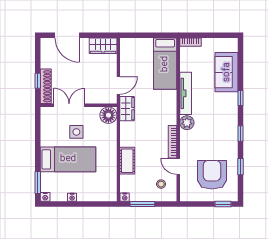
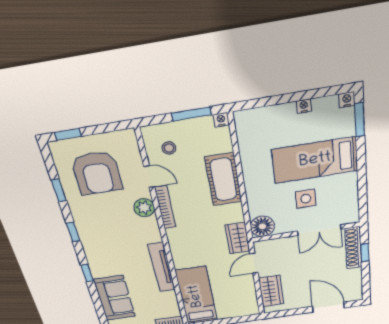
wardrobe: (103, 46) -> (271, 291), moved, turned 90
plant: (187, 123) -> (144, 208), moved
cot: (127, 161) -> (223, 180), width x1.37, depth x1.34

